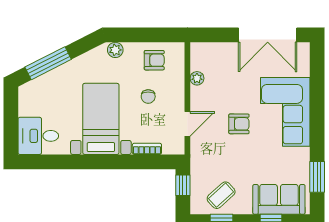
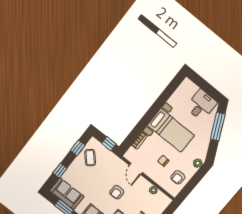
desk: (38, 136) -> (201, 105), moved
sofa: (279, 199) -> (67, 194), moved, turned -90

